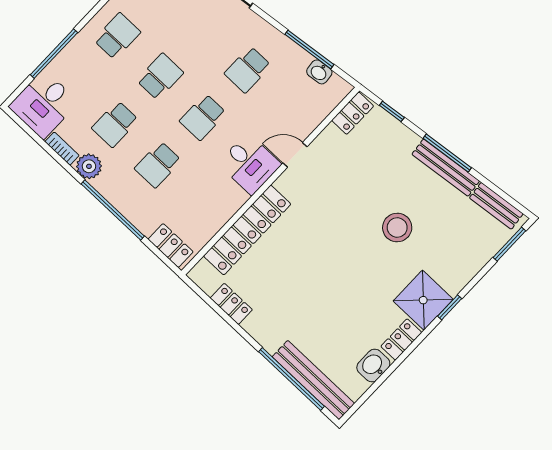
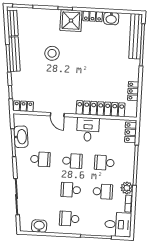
washbasin: (319, 72) -> (21, 137), width x1.91, depth x1.45
desk: (250, 164) -> (88, 129), moved
school desk: (158, 165) -> (104, 163), turned 180

